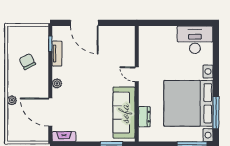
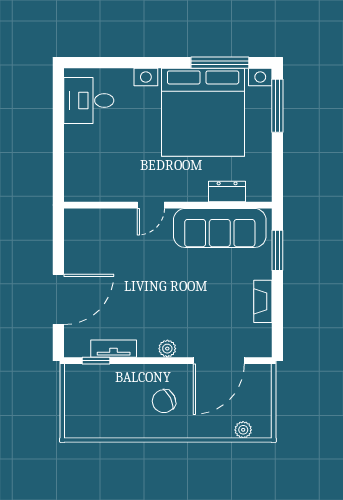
desk: (195, 40) -> (89, 100), width x0.73
chair: (27, 62) -> (164, 401), moved
plant: (12, 100) -> (243, 430), moved
fireplace: (64, 137) -> (263, 301), moved

